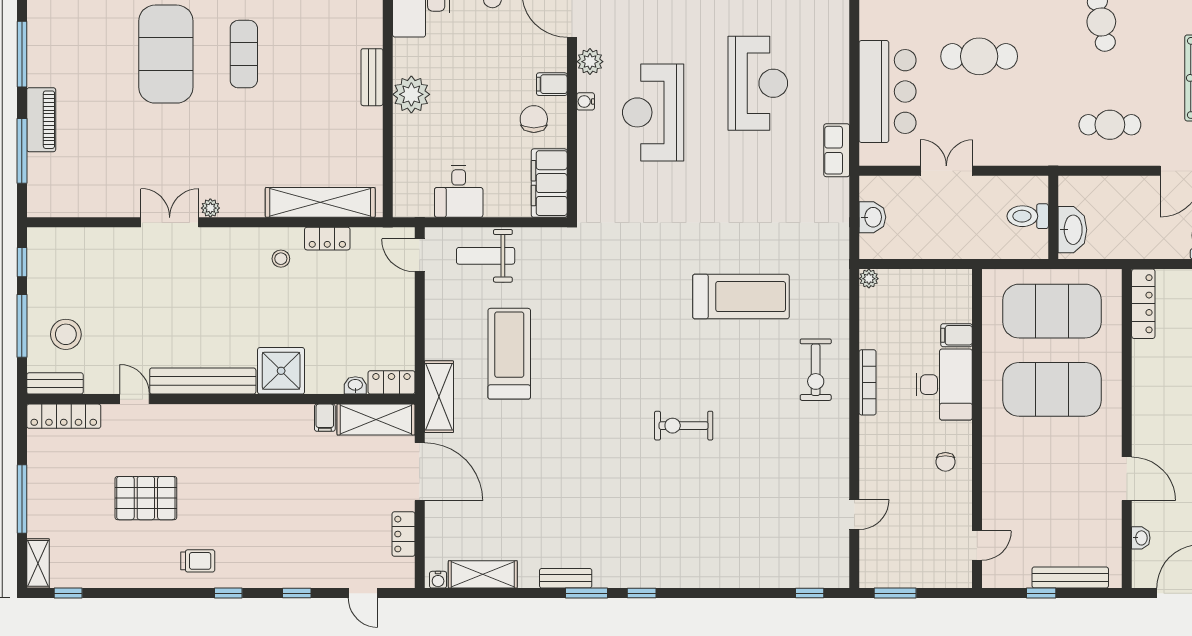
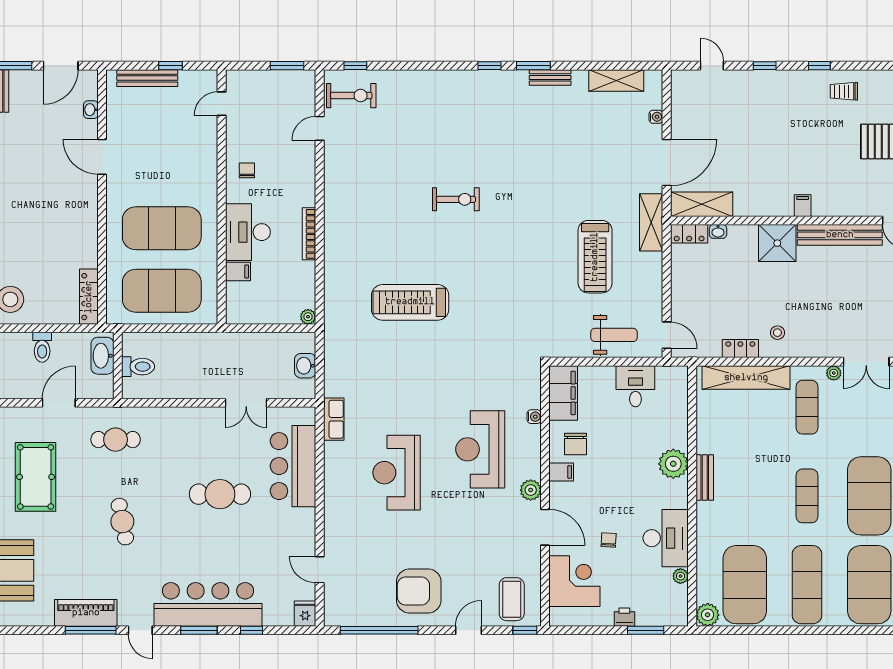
water cooler: (586, 101) -> (534, 417), moved
reception desk: (653, 112) -> (480, 449), turned 180
exercise mat: (244, 165) -> (807, 407), added
toilet: (1028, 216) -> (138, 367), moved
wall: (1053, 217) -> (118, 366), moved
washbasin: (1072, 230) -> (102, 356), moved
exercise bike: (816, 370) -> (351, 96), moved, turned 90
filing cabinet: (325, 418) -> (803, 206), moved
door: (420, 472) -> (667, 163), swing flipped
locker: (403, 534) -> (680, 113), removed
water cooler: (438, 580) -> (656, 117), moved, turned 90

